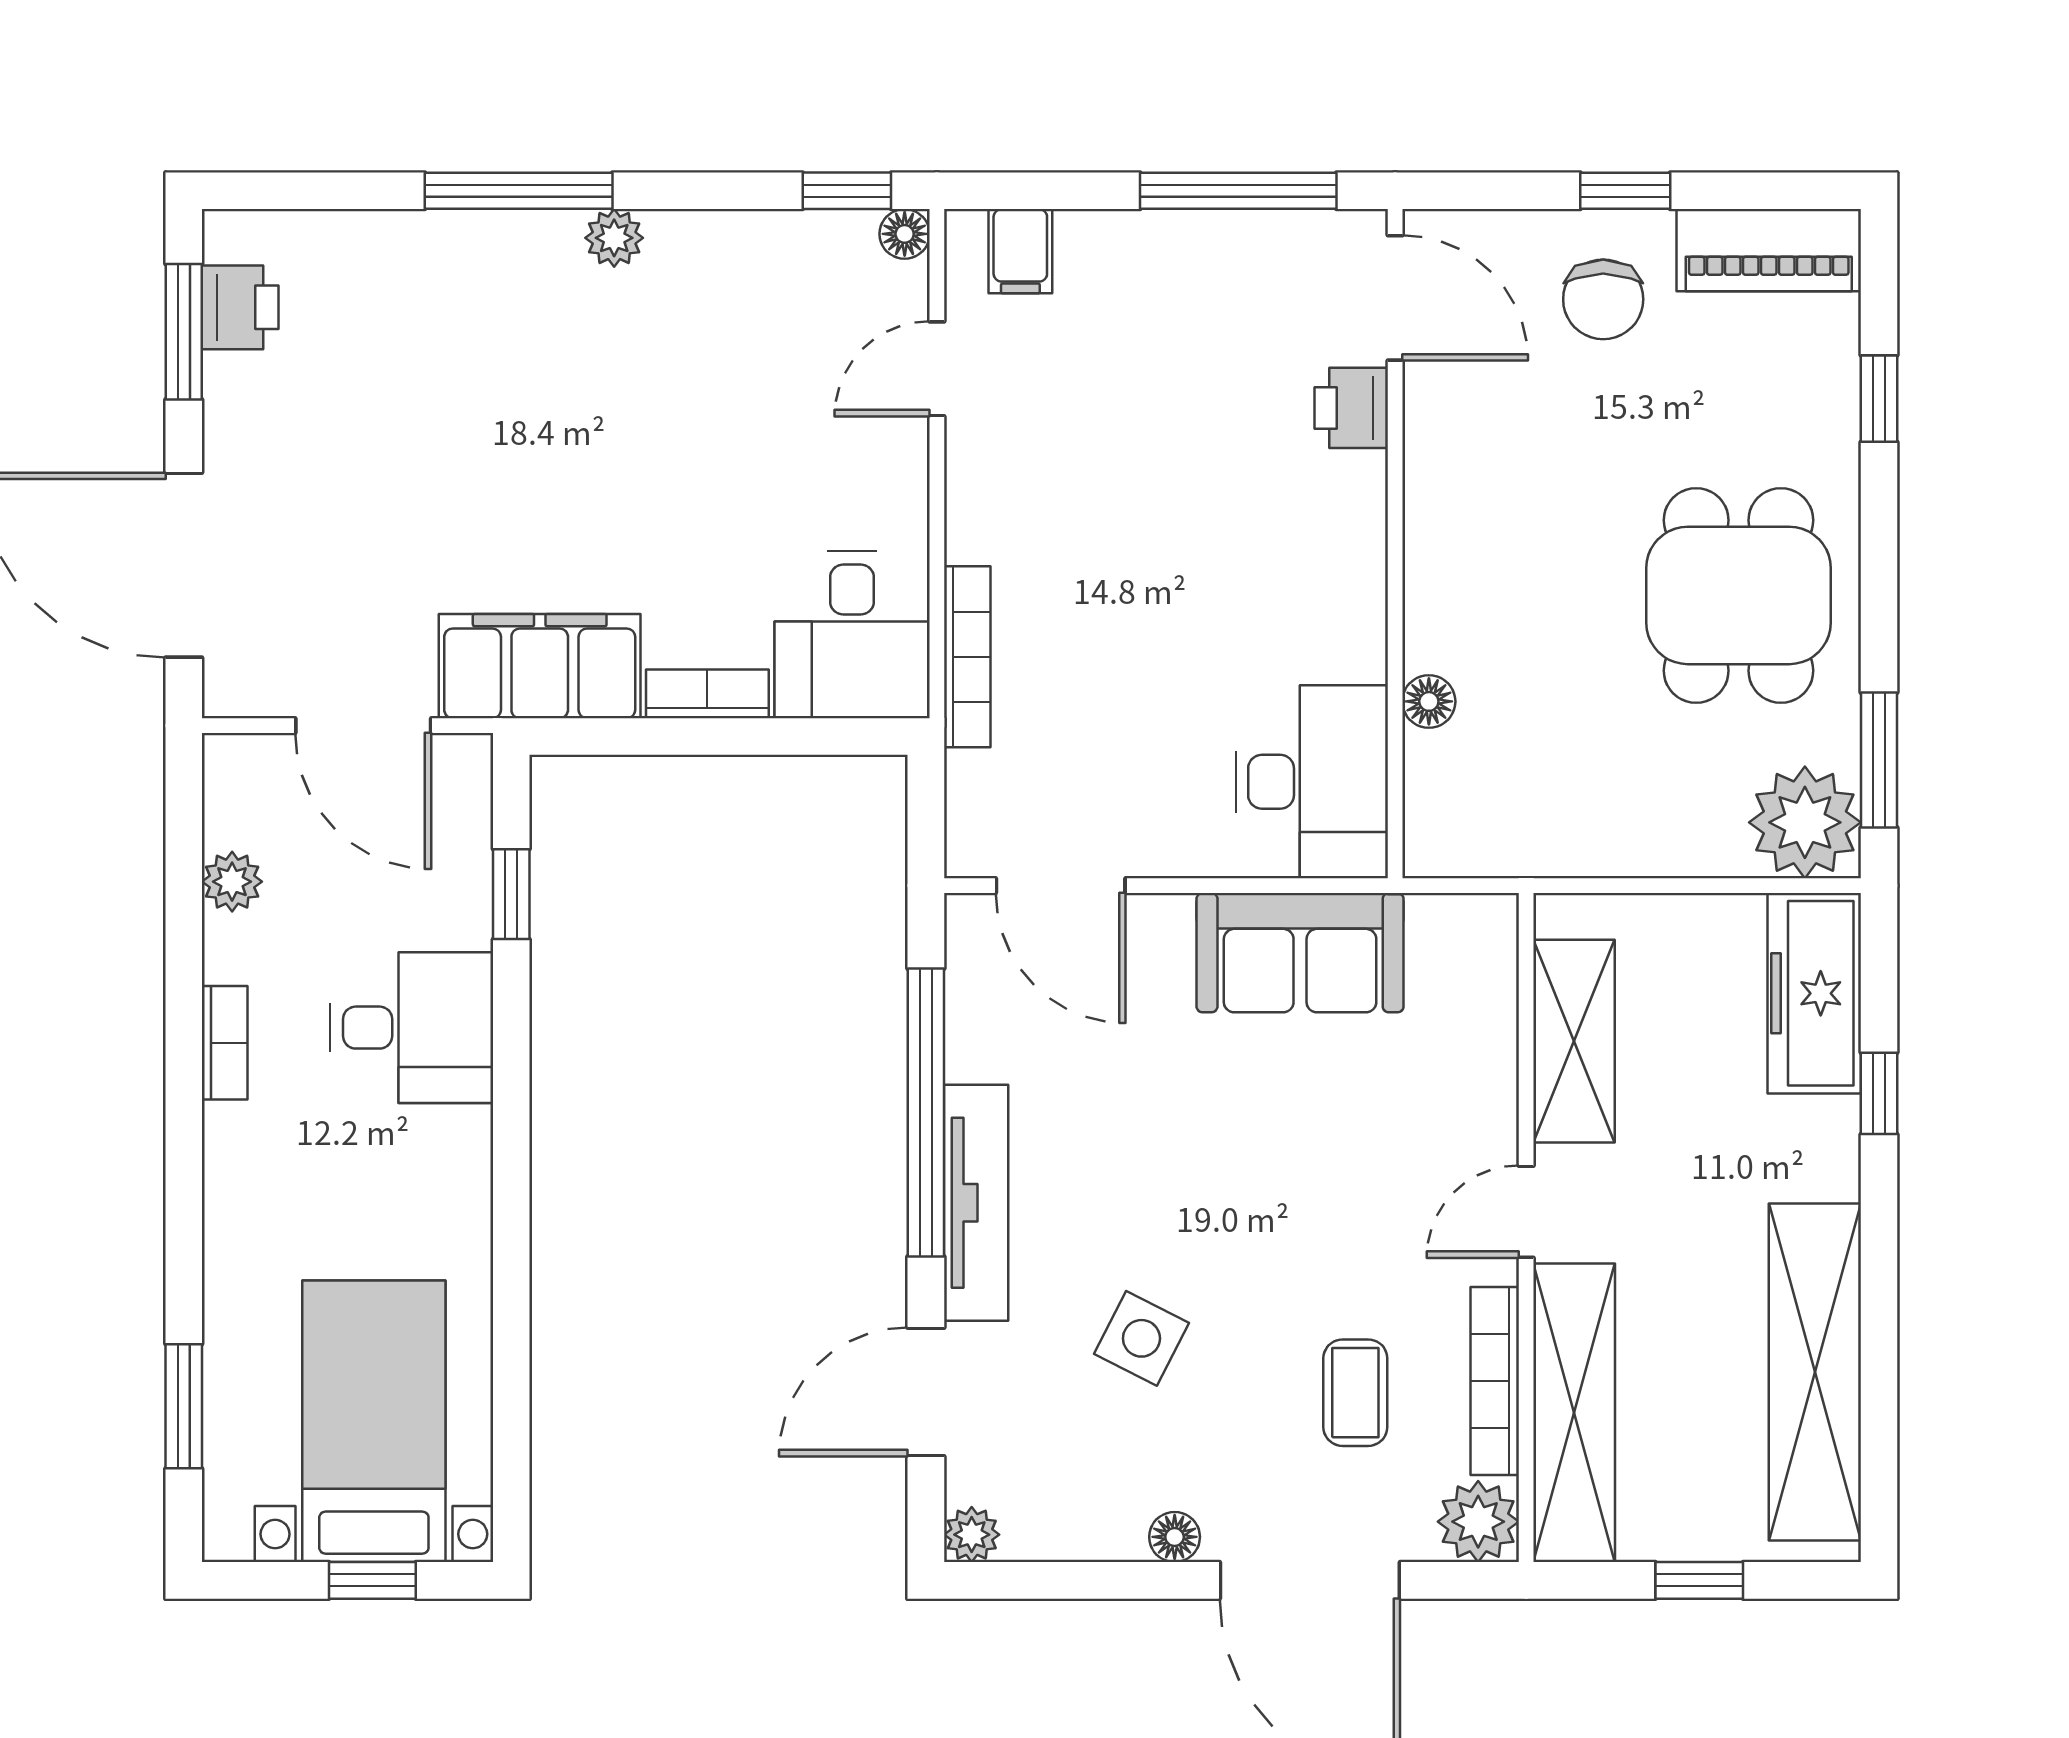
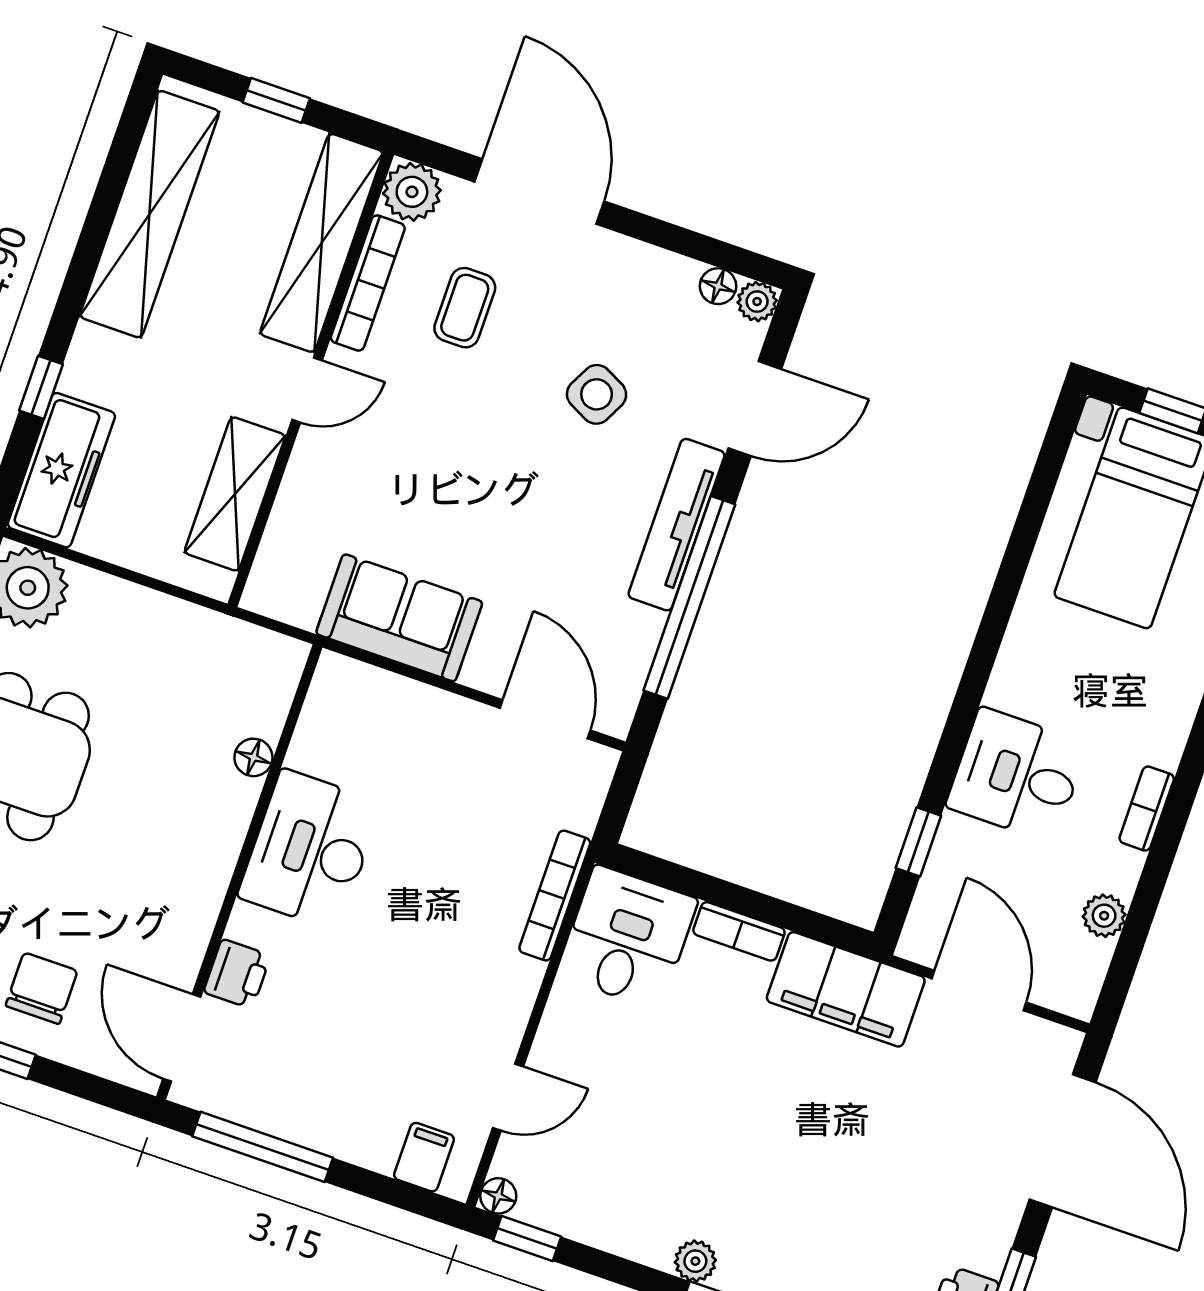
desk: (1312, 782) -> (310, 850), moved
floor lamp: (1175, 1537) -> (718, 286), moved

